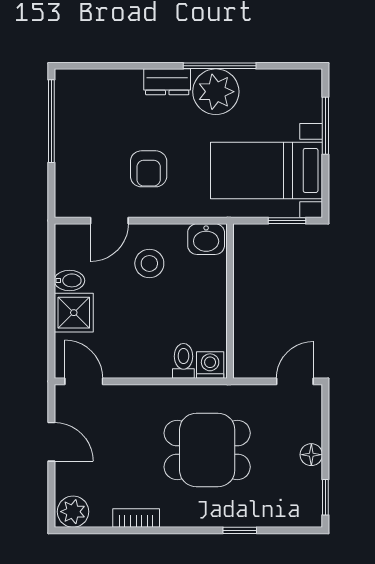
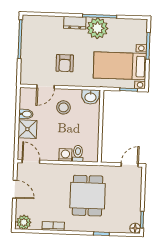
washing machine: (210, 365) -> (65, 155), moved
dining table: (207, 450) -> (88, 196), turned 90
floor lamp: (311, 455) -> (135, 228), moved

